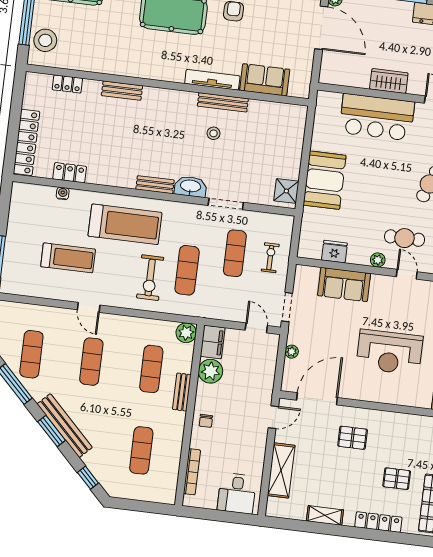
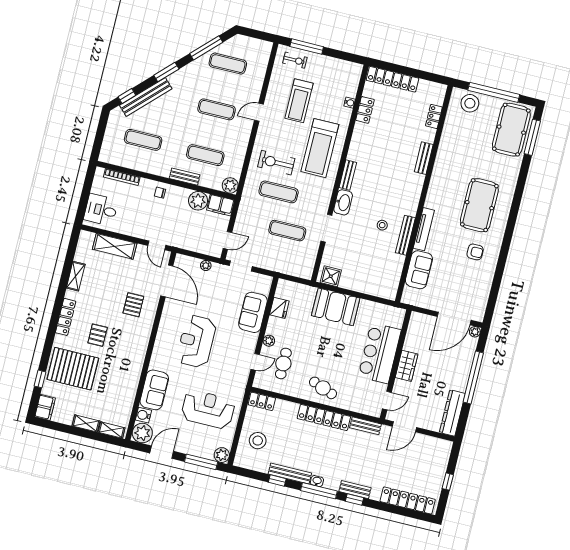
exercise bike: (270, 258) -> (295, 60), moved
bench: (65, 426) -> (146, 97), moved

